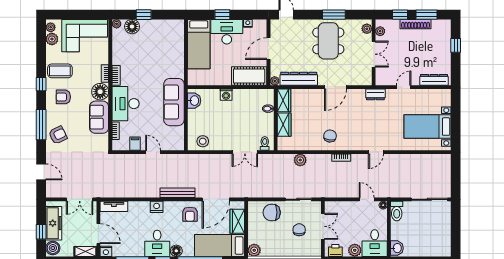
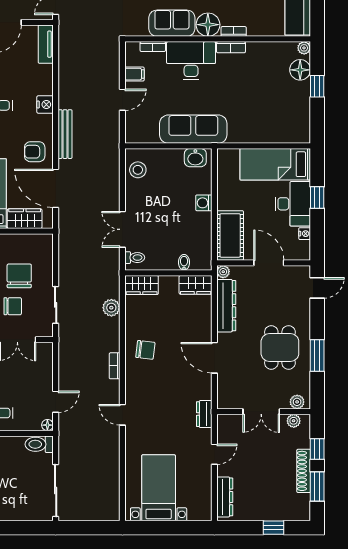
dining table: (328, 41) -> (280, 347), width x0.73
door: (404, 87) -> (214, 454), hinge flipped
wardrobe: (284, 125) -> (142, 285), moved
chair: (272, 213) -> (19, 276), moved

